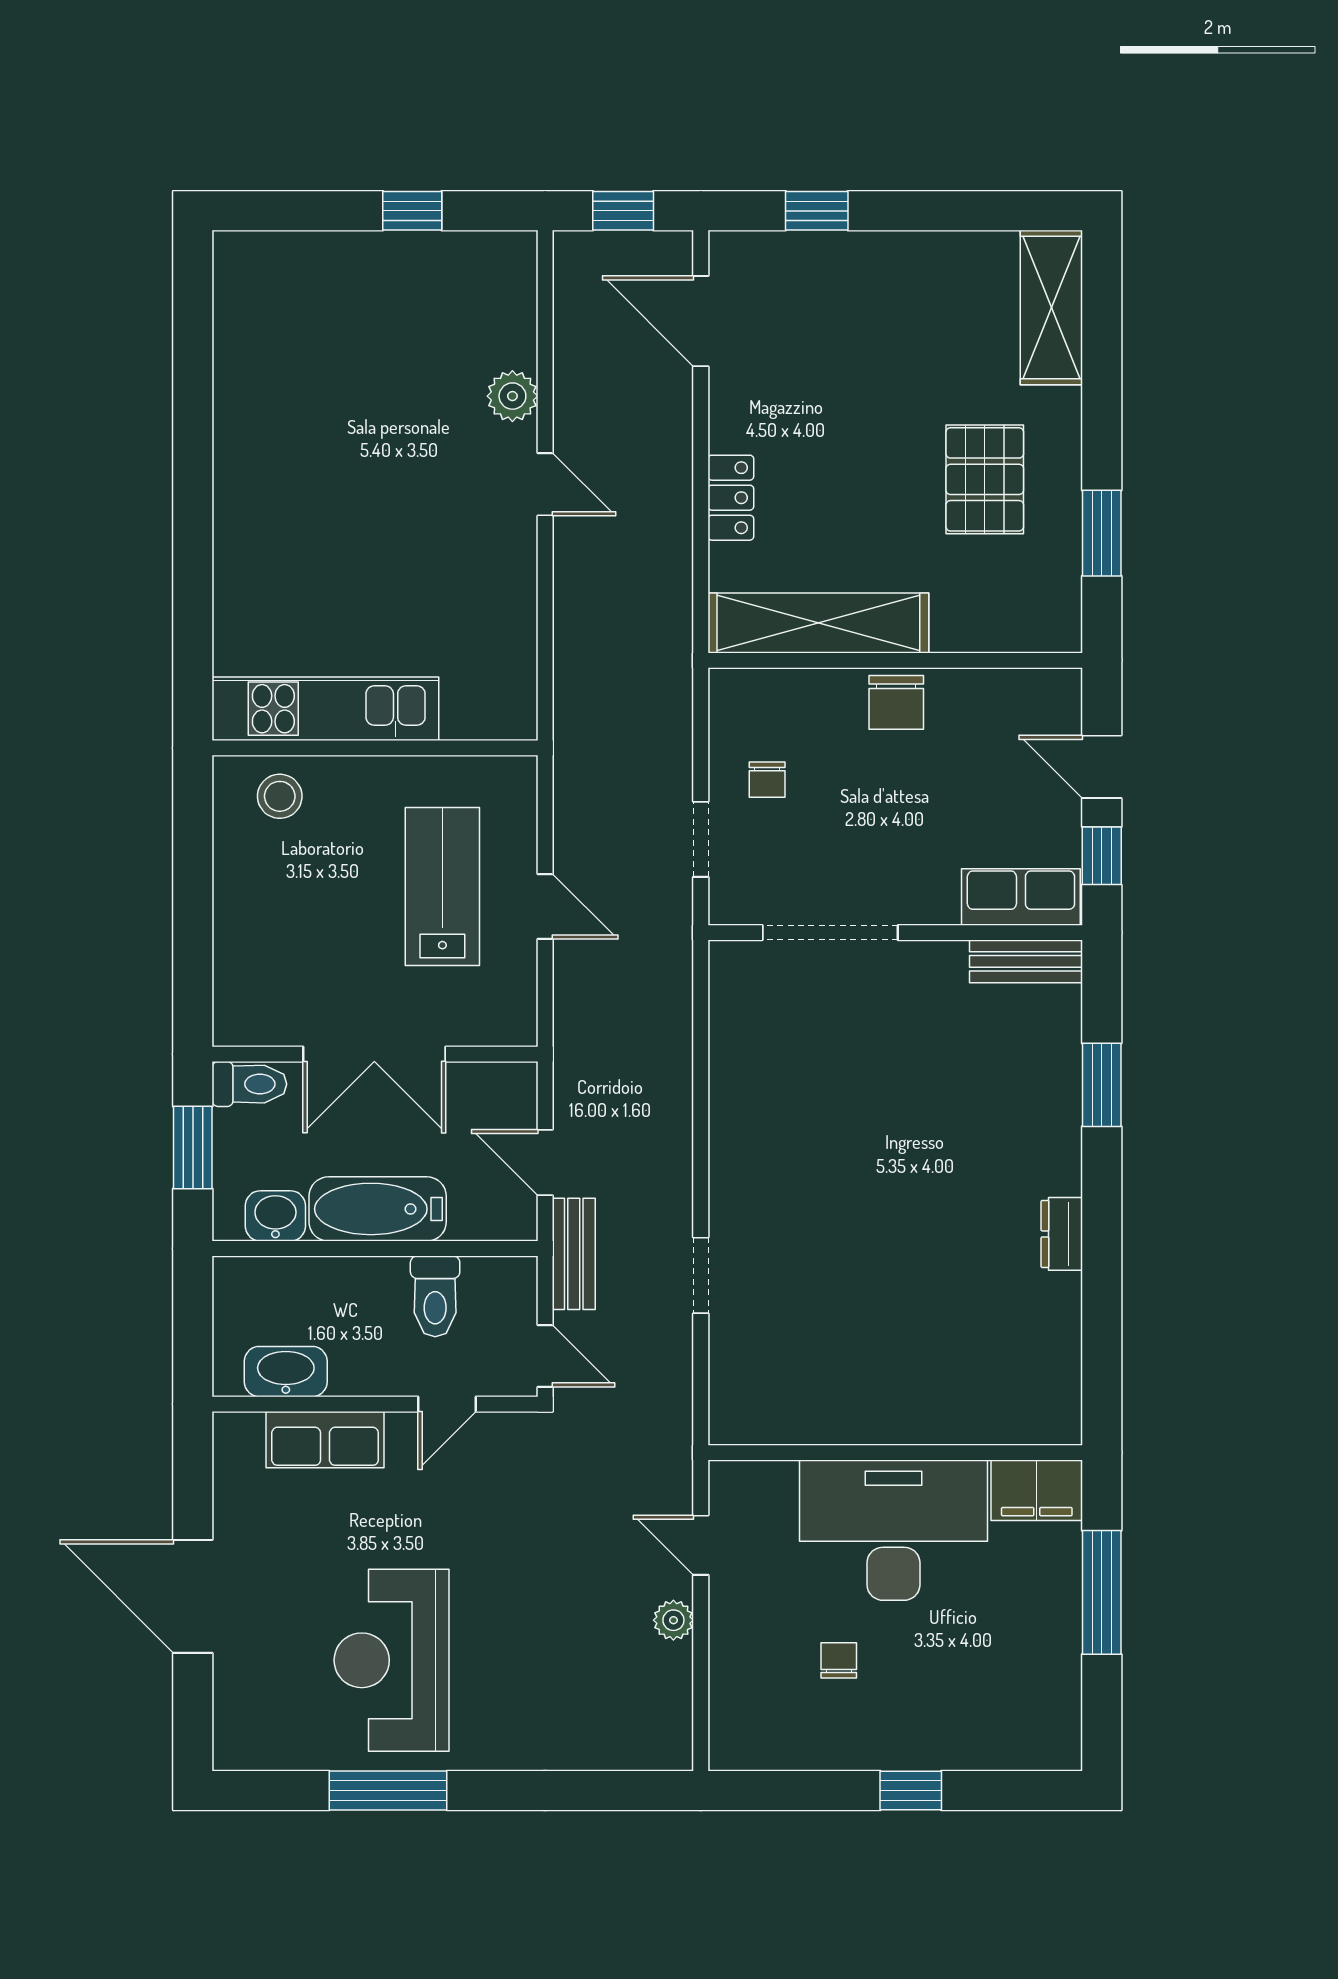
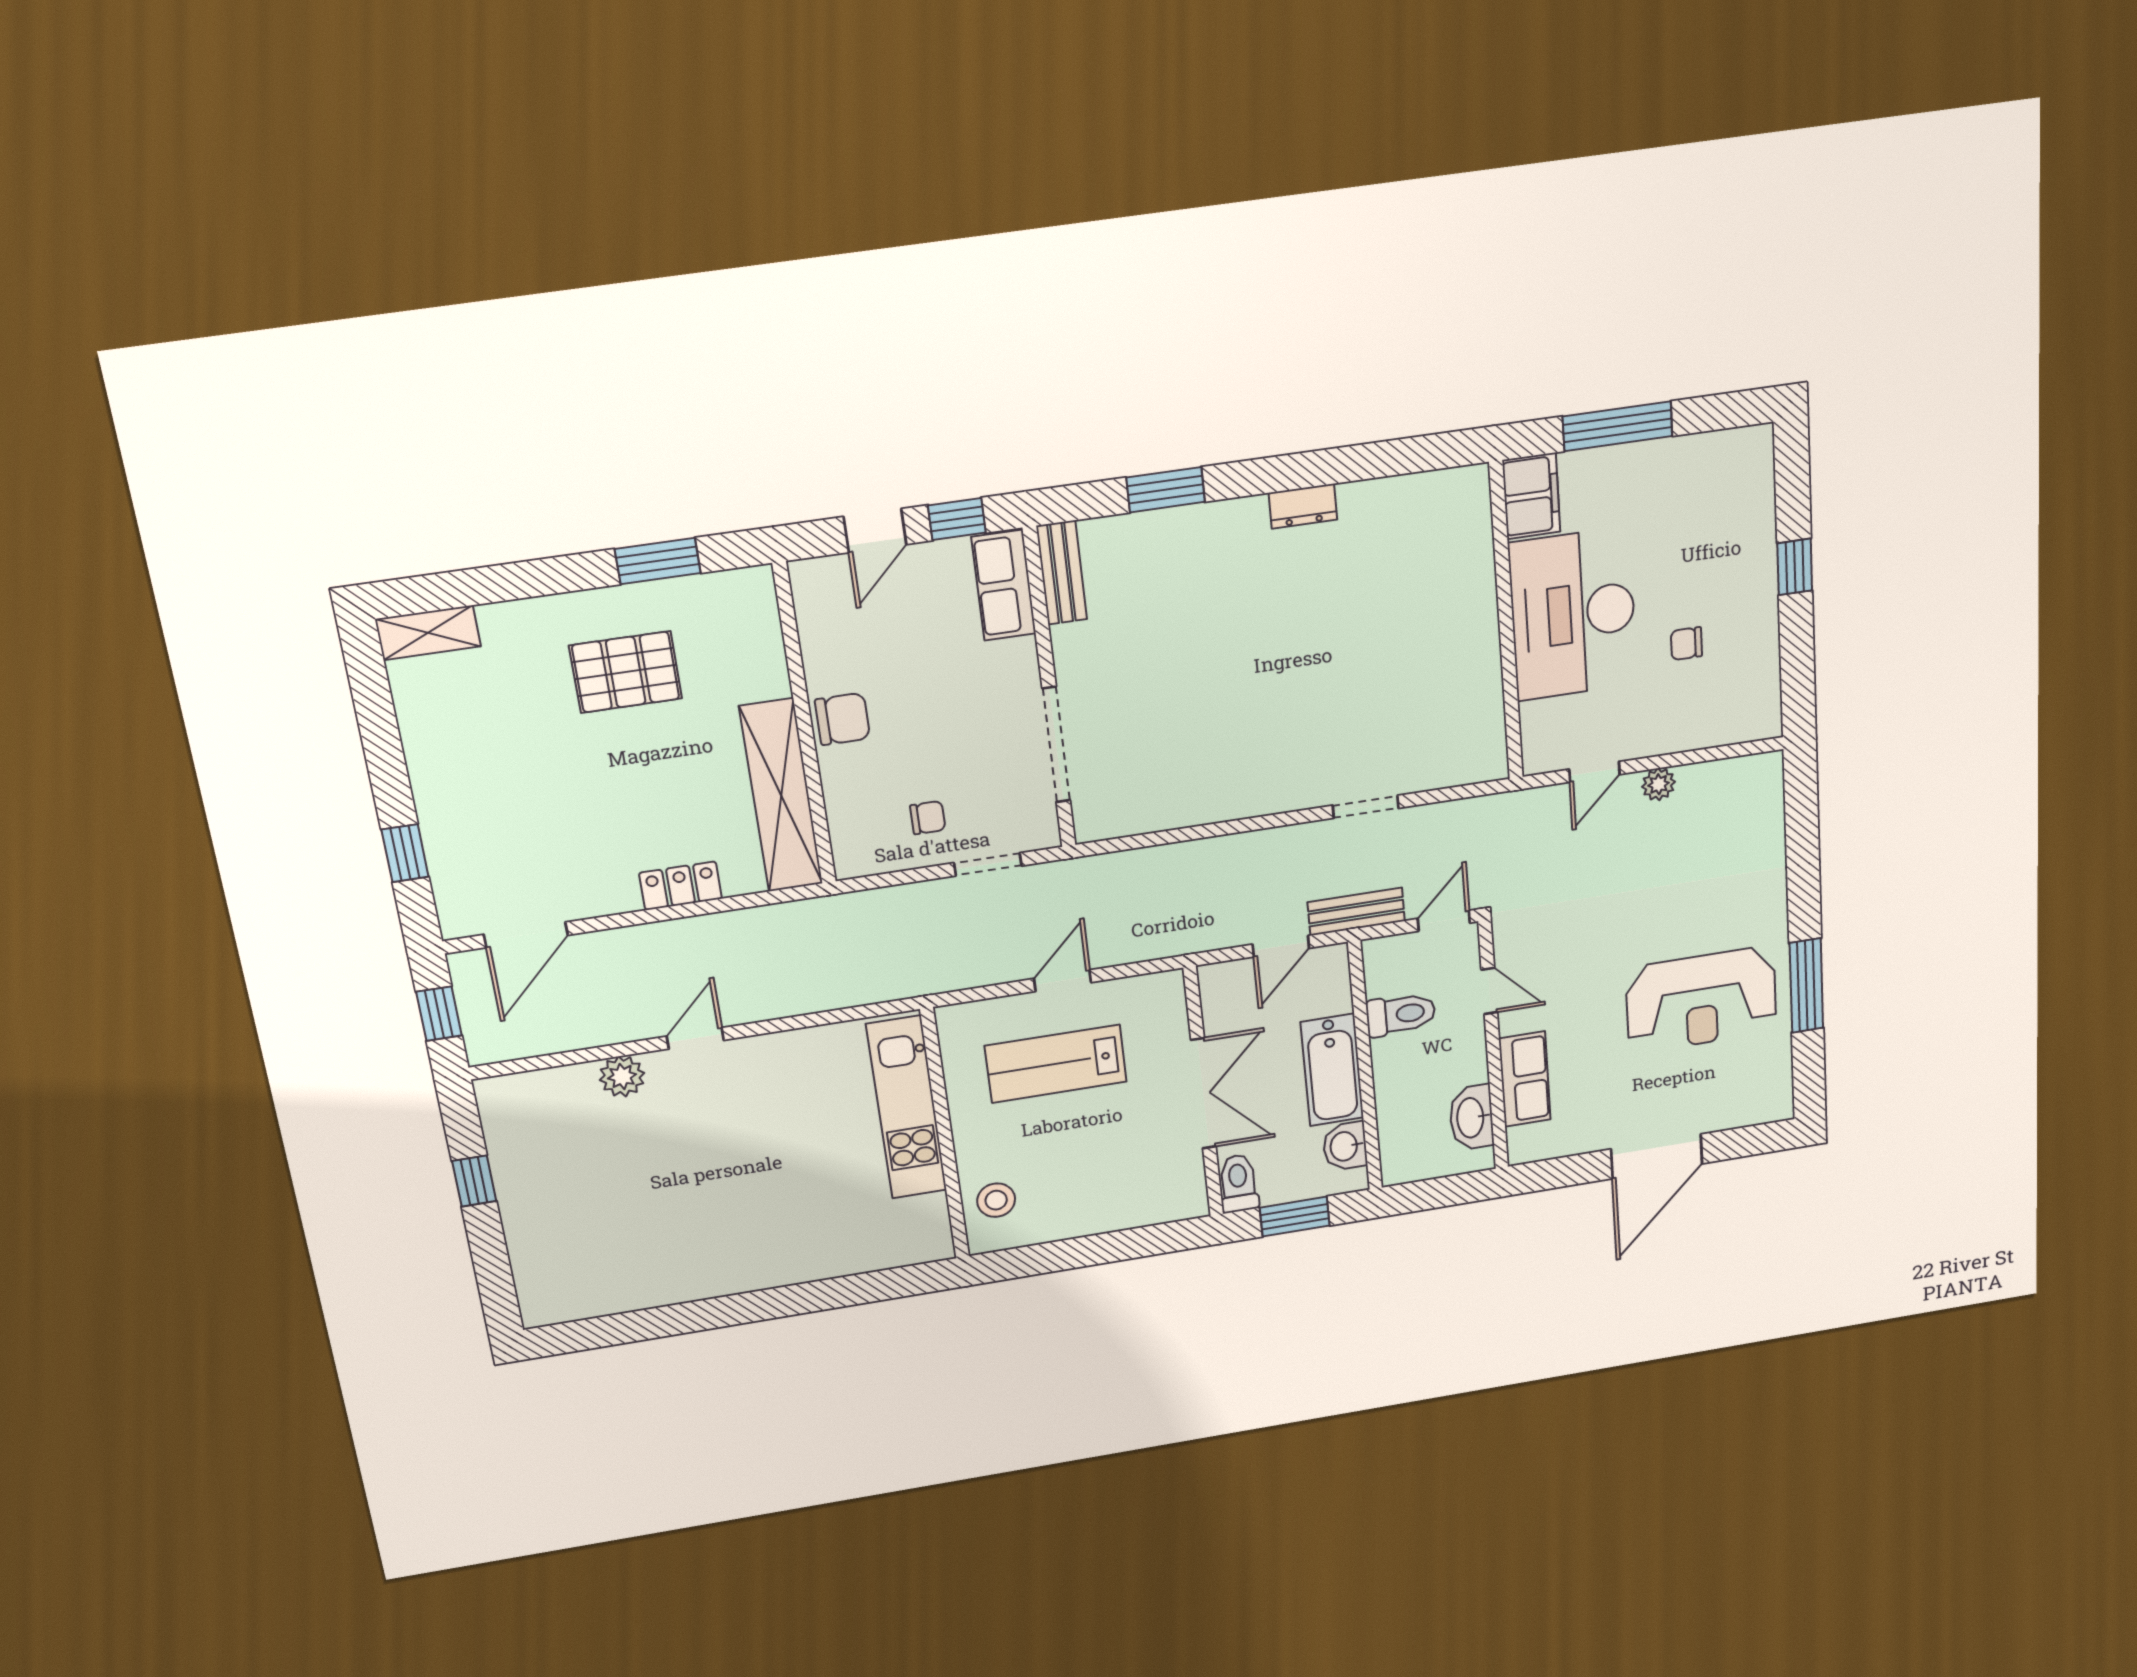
shelving: (1051, 308) -> (428, 633), width x0.67, depth x0.75
kitchen unit: (325, 709) -> (907, 1108), moved

